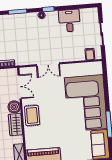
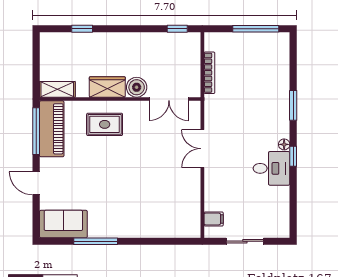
desk: (69, 21) -> (271, 168), moved
corner sofa: (86, 103) -> (133, 206), removed
rug: (32, 115) -> (105, 124), moved

